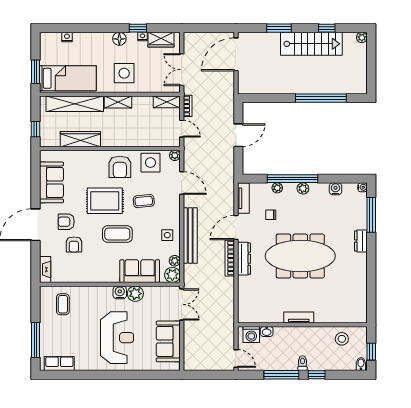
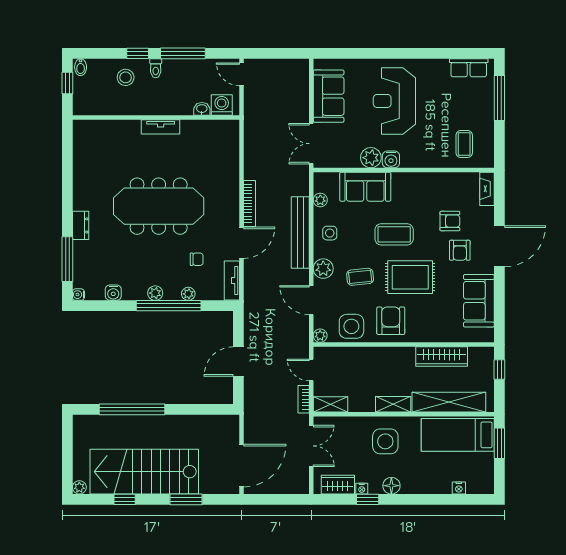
stairs: (311, 44) -> (144, 472), width x1.36, depth x1.51
armchair: (66, 222) -> (460, 250), turned 90
armchair: (74, 244) -> (450, 221), turned 90
dresser: (244, 259) -> (231, 203), removed
plant: (172, 275) -> (323, 269), moved
stool: (342, 339) -> (126, 77), moved

